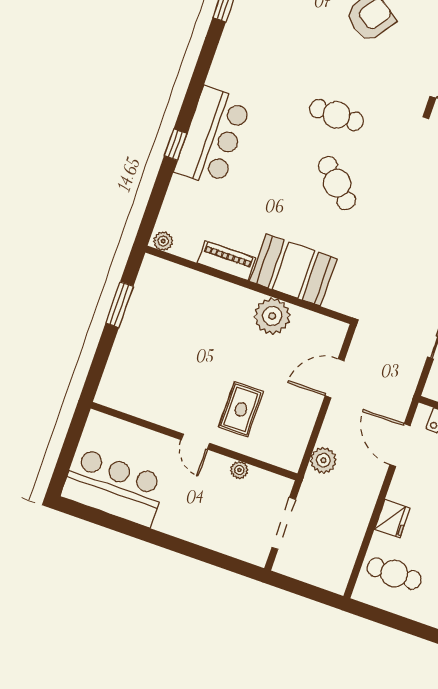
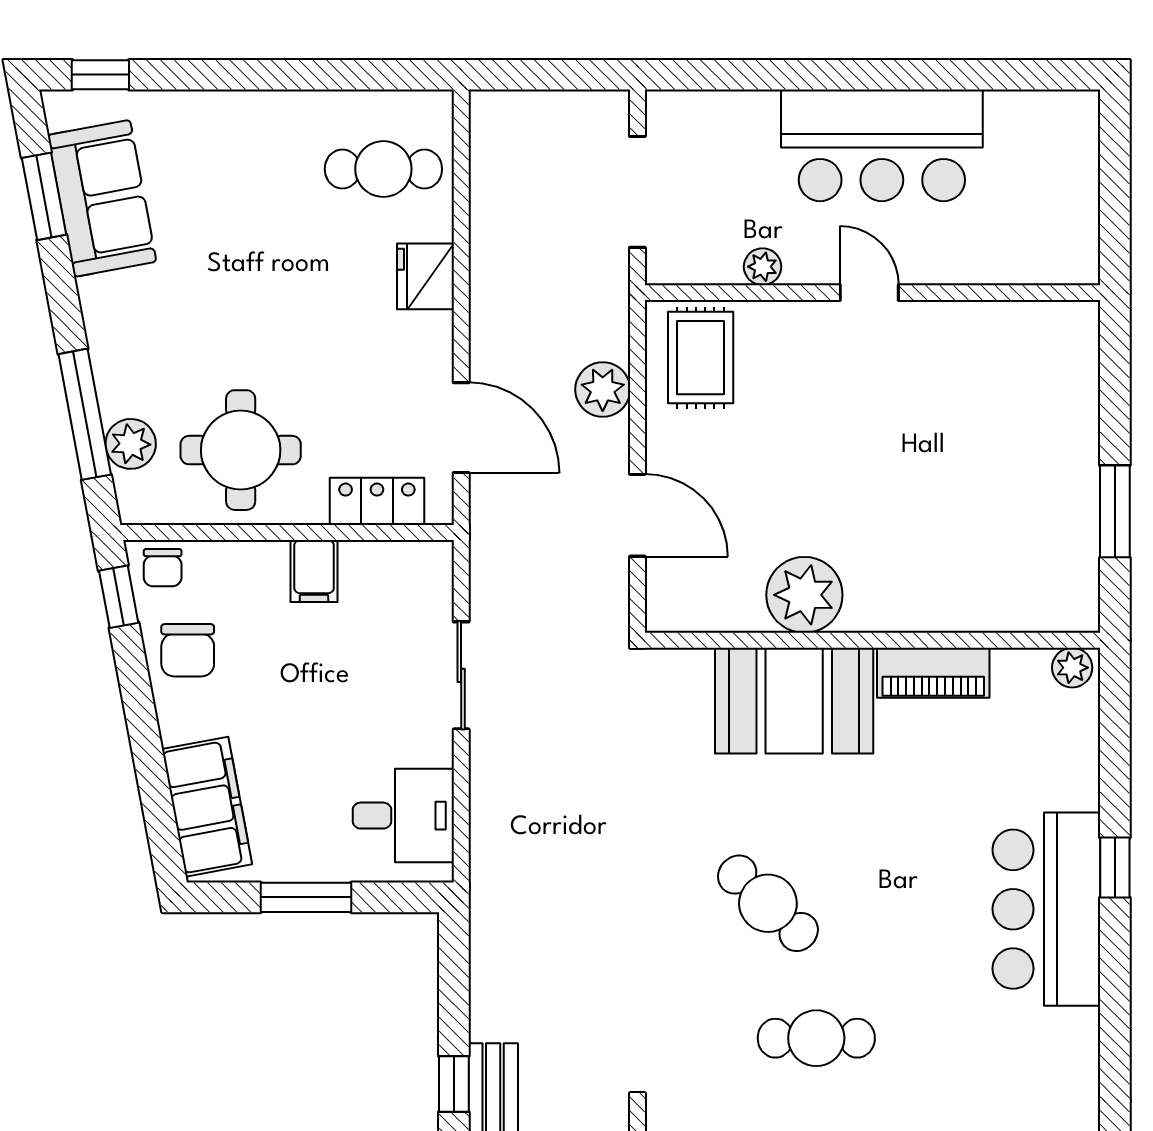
door: (335, 378) -> (637, 515), hinge flipped
rug: (241, 409) -> (701, 358), moved
plant: (323, 460) -> (603, 389), moved
bar counter: (114, 487) -> (882, 145), moved

